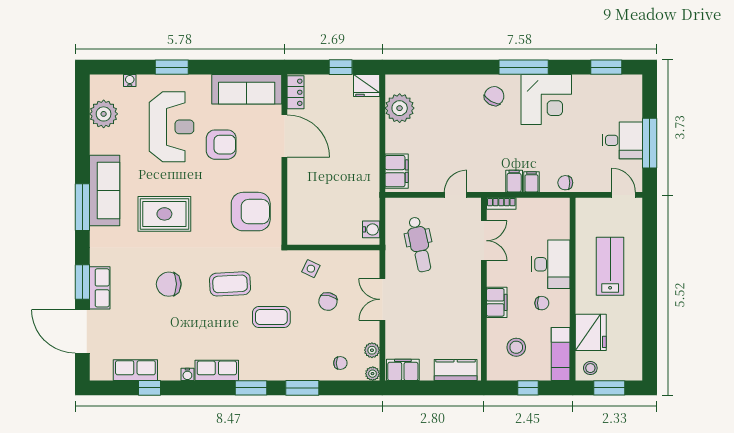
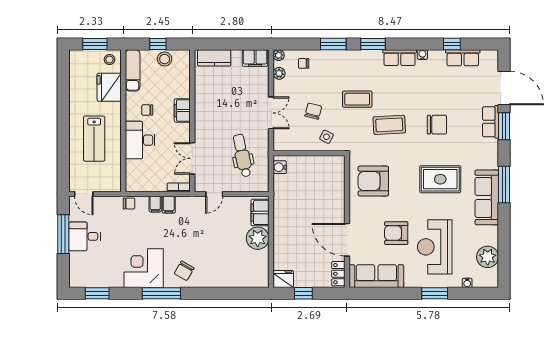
plant: (400, 108) -> (258, 238), moved
stool: (516, 347) -> (165, 59), moved

